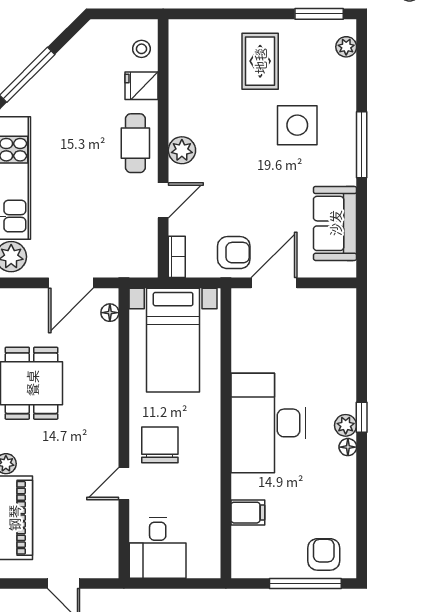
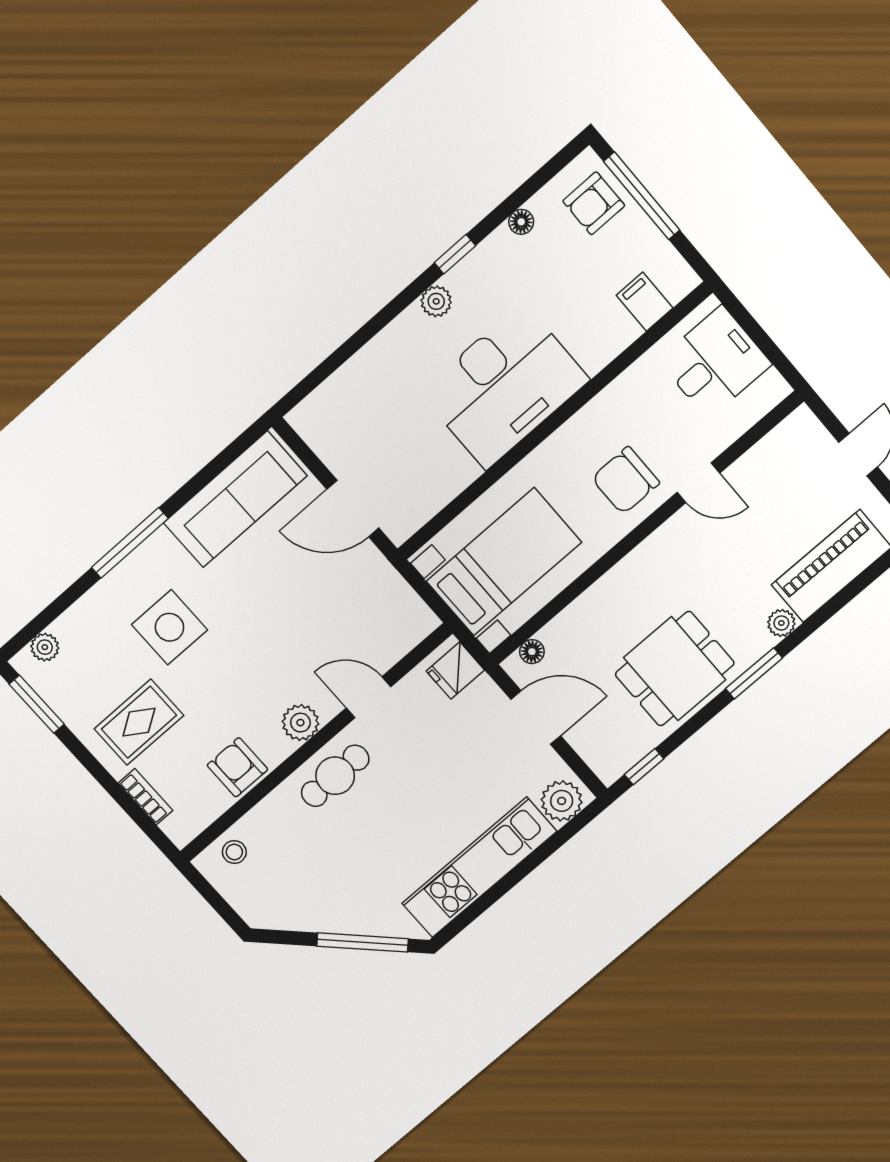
fridge: (141, 86) -> (455, 671), moved, turned 90
sofa: (335, 223) -> (235, 499), width x1.36
armchair: (234, 253) -> (237, 767), moved
bookcase: (177, 257) -> (146, 797), moved, turned 90
window: (362, 417) -> (455, 254), moved
floor lamp: (348, 447) -> (521, 222), moved
filing cabinet: (248, 513) -> (645, 302), moved
desk: (158, 548) -> (715, 362), moved

